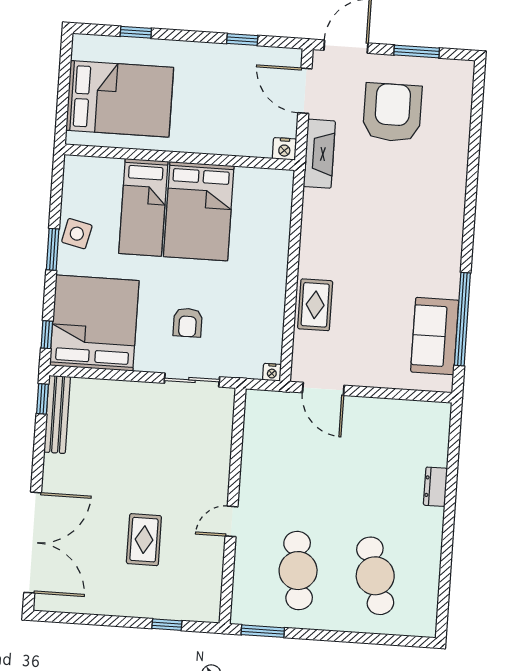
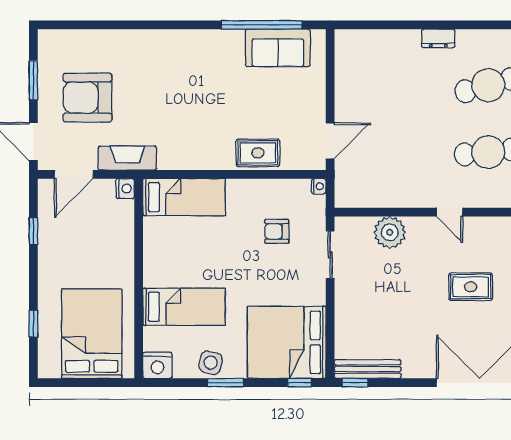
nightstand: (78, 172) -> (157, 365), added
bed: (199, 211) -> (184, 197), moved, width x0.67
armchair: (188, 323) -> (277, 231), moved, turned 180
plant: (213, 451) -> (390, 232), added
dresser: (435, 487) -> (438, 38), moved

